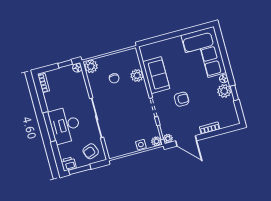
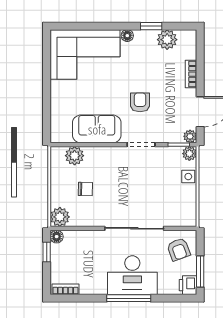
plant: (137, 76) -> (75, 156), moved
plant: (224, 91) -> (167, 40), moved

